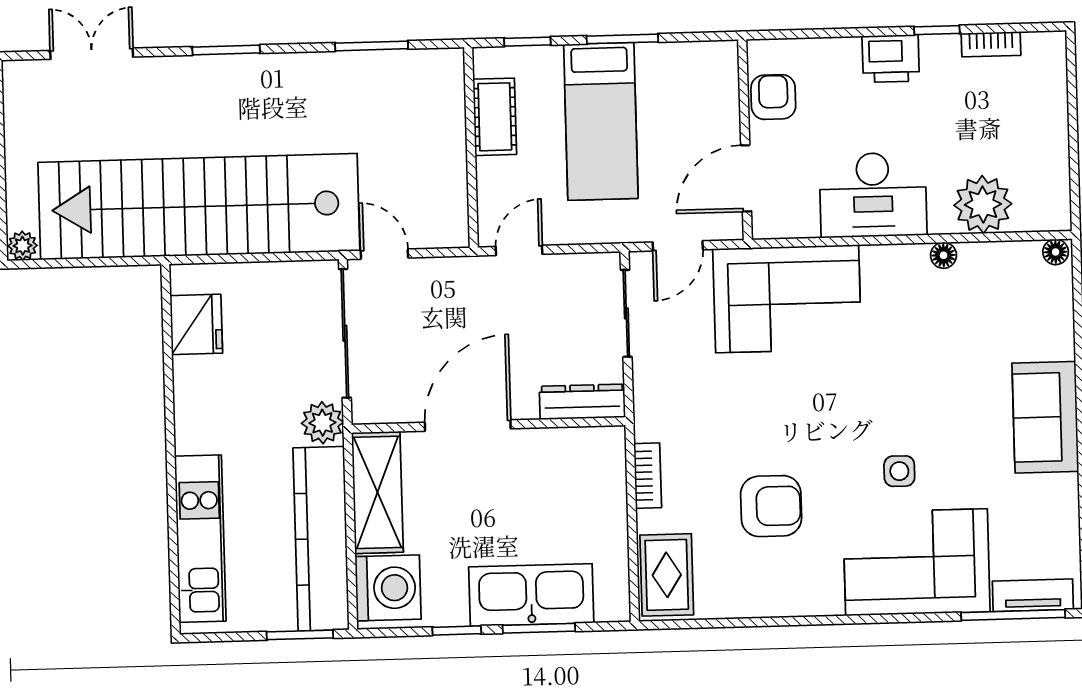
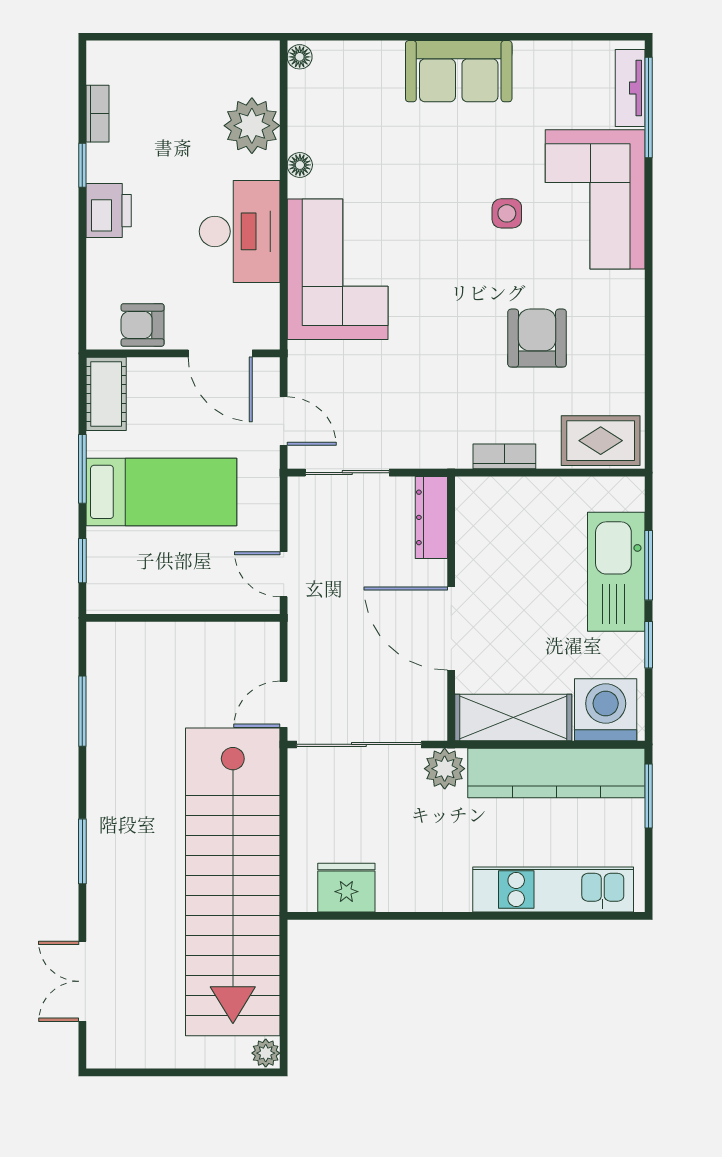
cot: (495, 117) -> (106, 394), moved, turned 90
corner sofa: (787, 299) -> (338, 269), moved

